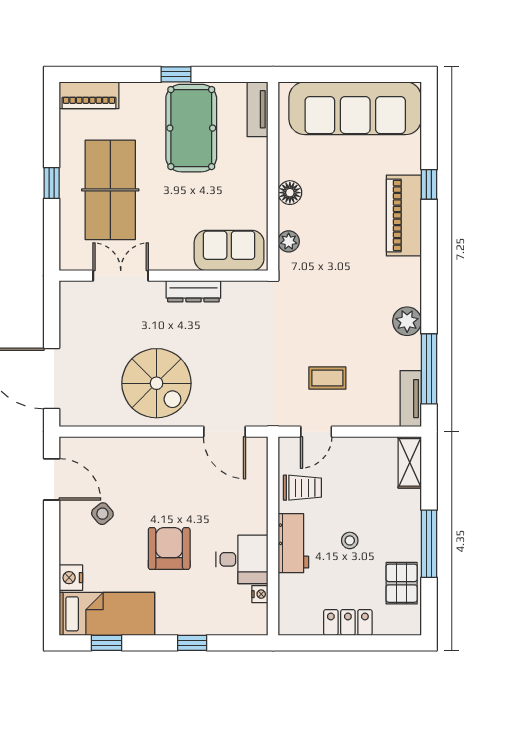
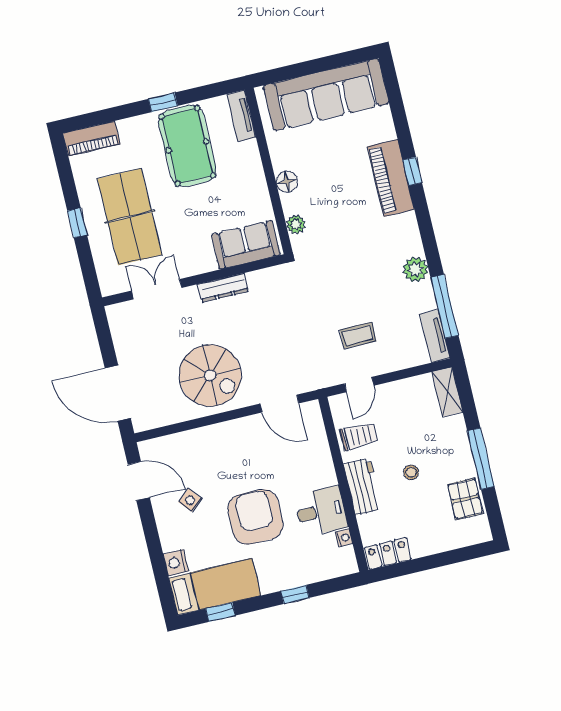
window: (429, 184) -> (412, 171), moved
armchair: (169, 548) -> (255, 517), width x1.36, depth x1.36
locker: (348, 622) -> (388, 553), moved

